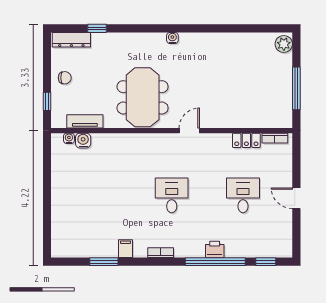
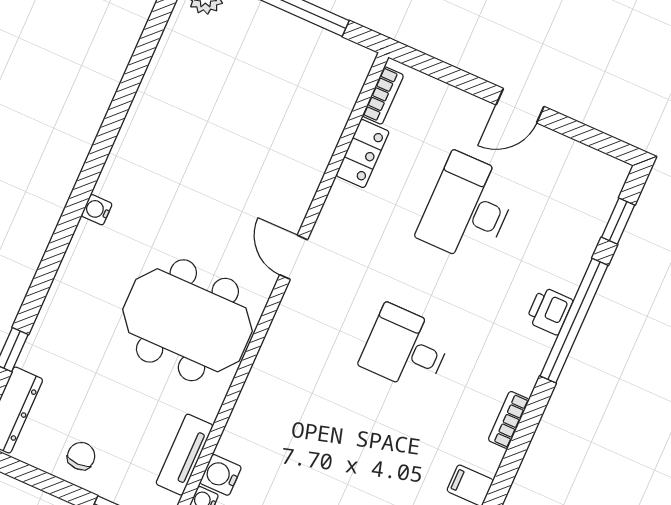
desk: (243, 195) -> (468, 208), width x1.37

